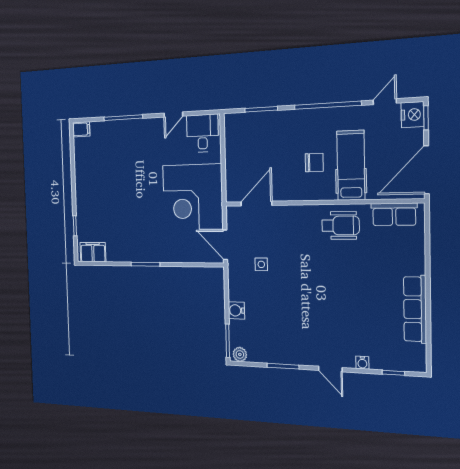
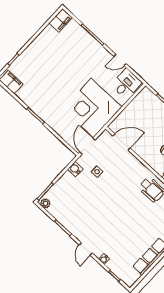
filing cabinet: (81, 129) -> (61, 20), width x2.00
water cooler: (236, 310) -> (75, 169), moved

